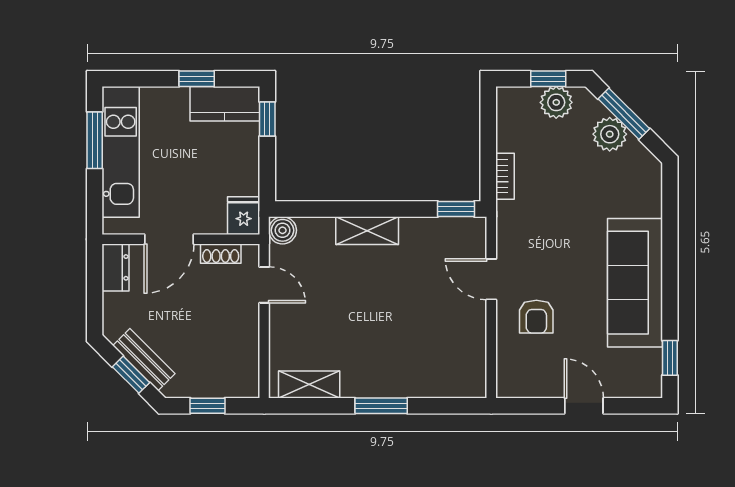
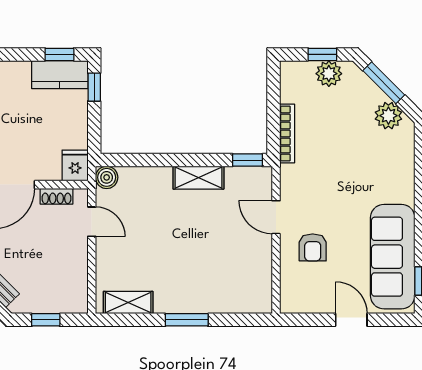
window: (197, 79) -> (59, 54), moved
plant: (610, 134) -> (388, 116), moved
bookcase: (505, 176) -> (287, 133), width x1.56
shelving: (367, 231) -> (198, 178), moved
sofa: (635, 283) -> (393, 257), moved

